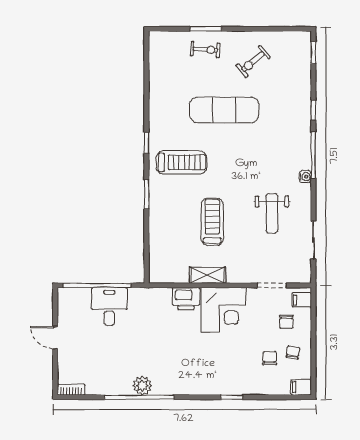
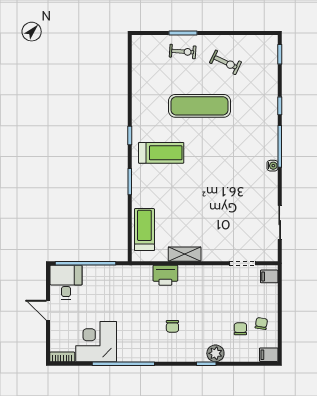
exercise bike: (253, 62) -> (226, 62), turned -115
weight bench: (272, 213) -> (242, 199), removed
treadmill: (212, 222) -> (144, 230), moved
desk: (109, 306) -> (66, 282), moved
corner desk: (224, 310) -> (96, 342), moved, turned 180
chair: (286, 322) -> (172, 326), moved
plant: (142, 386) -> (215, 353), moved

